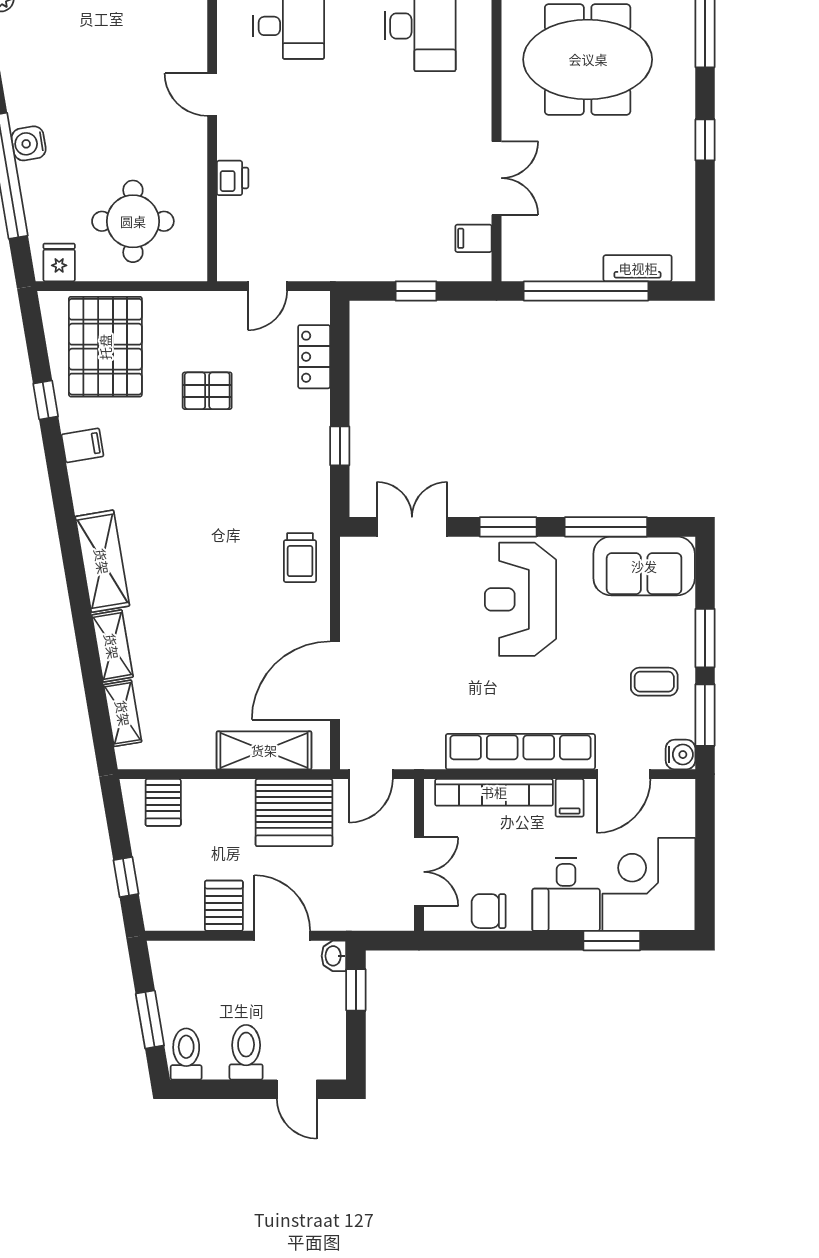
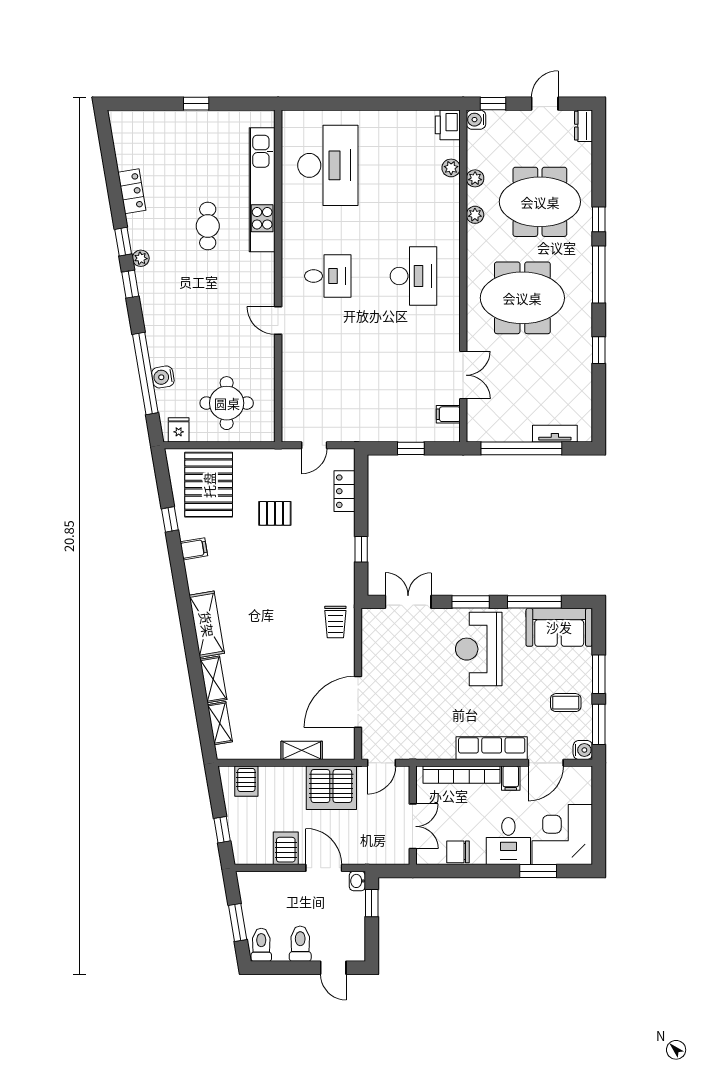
water cooler: (29, 143) -> (163, 377), moved
printer: (233, 178) -> (291, 375), removed
shelving: (264, 750) -> (302, 750), width x0.67, depth x0.75
row of seats: (520, 752) -> (492, 748), width x0.73

